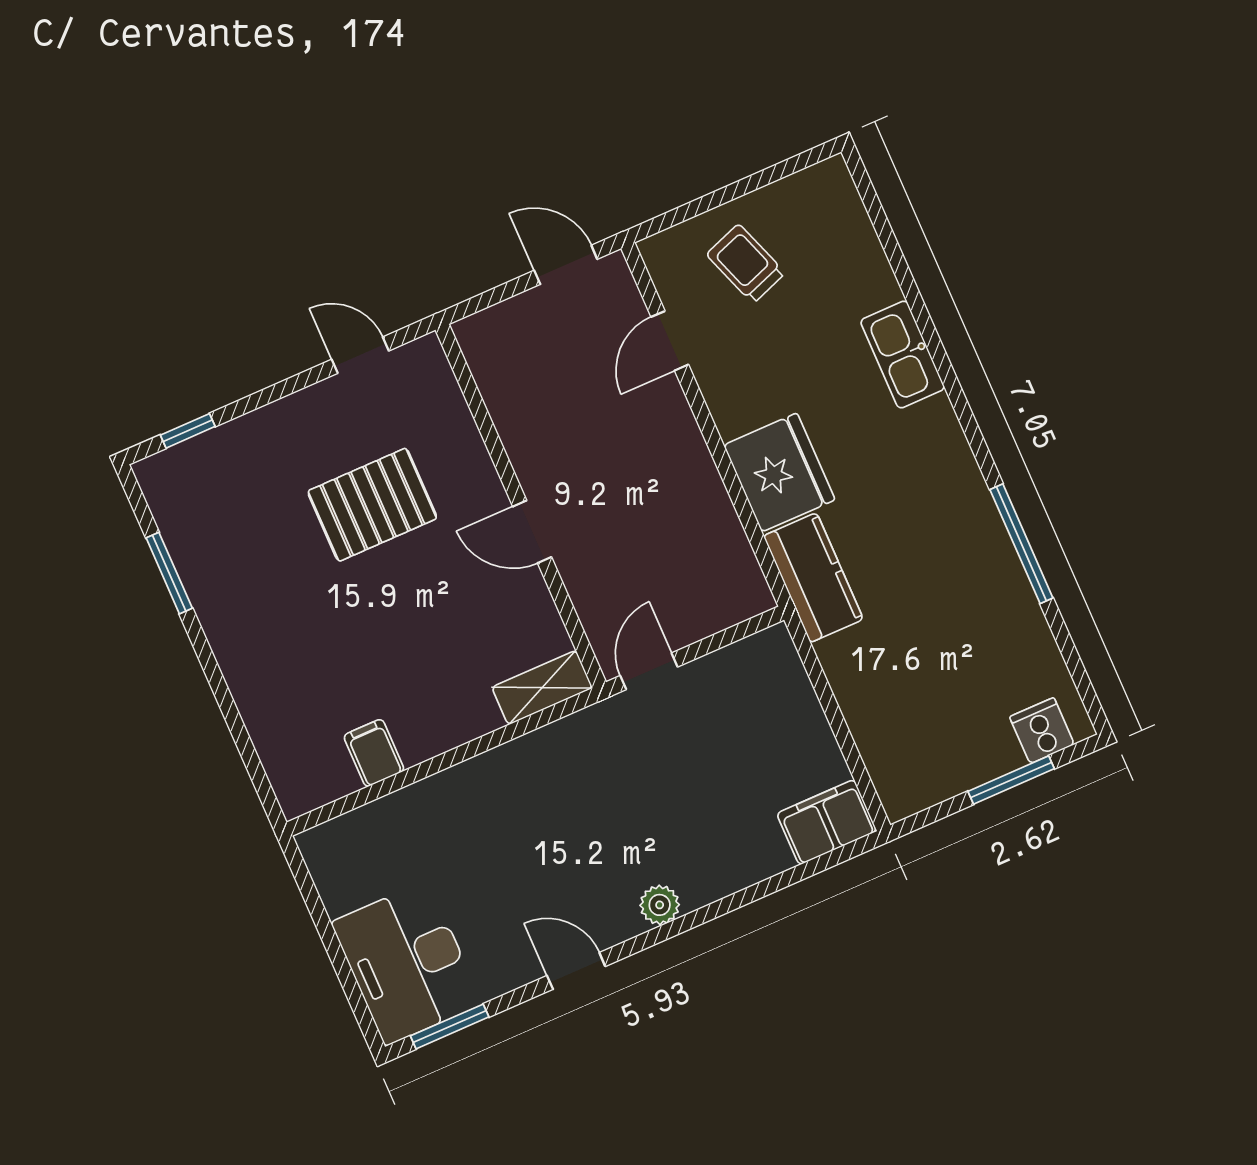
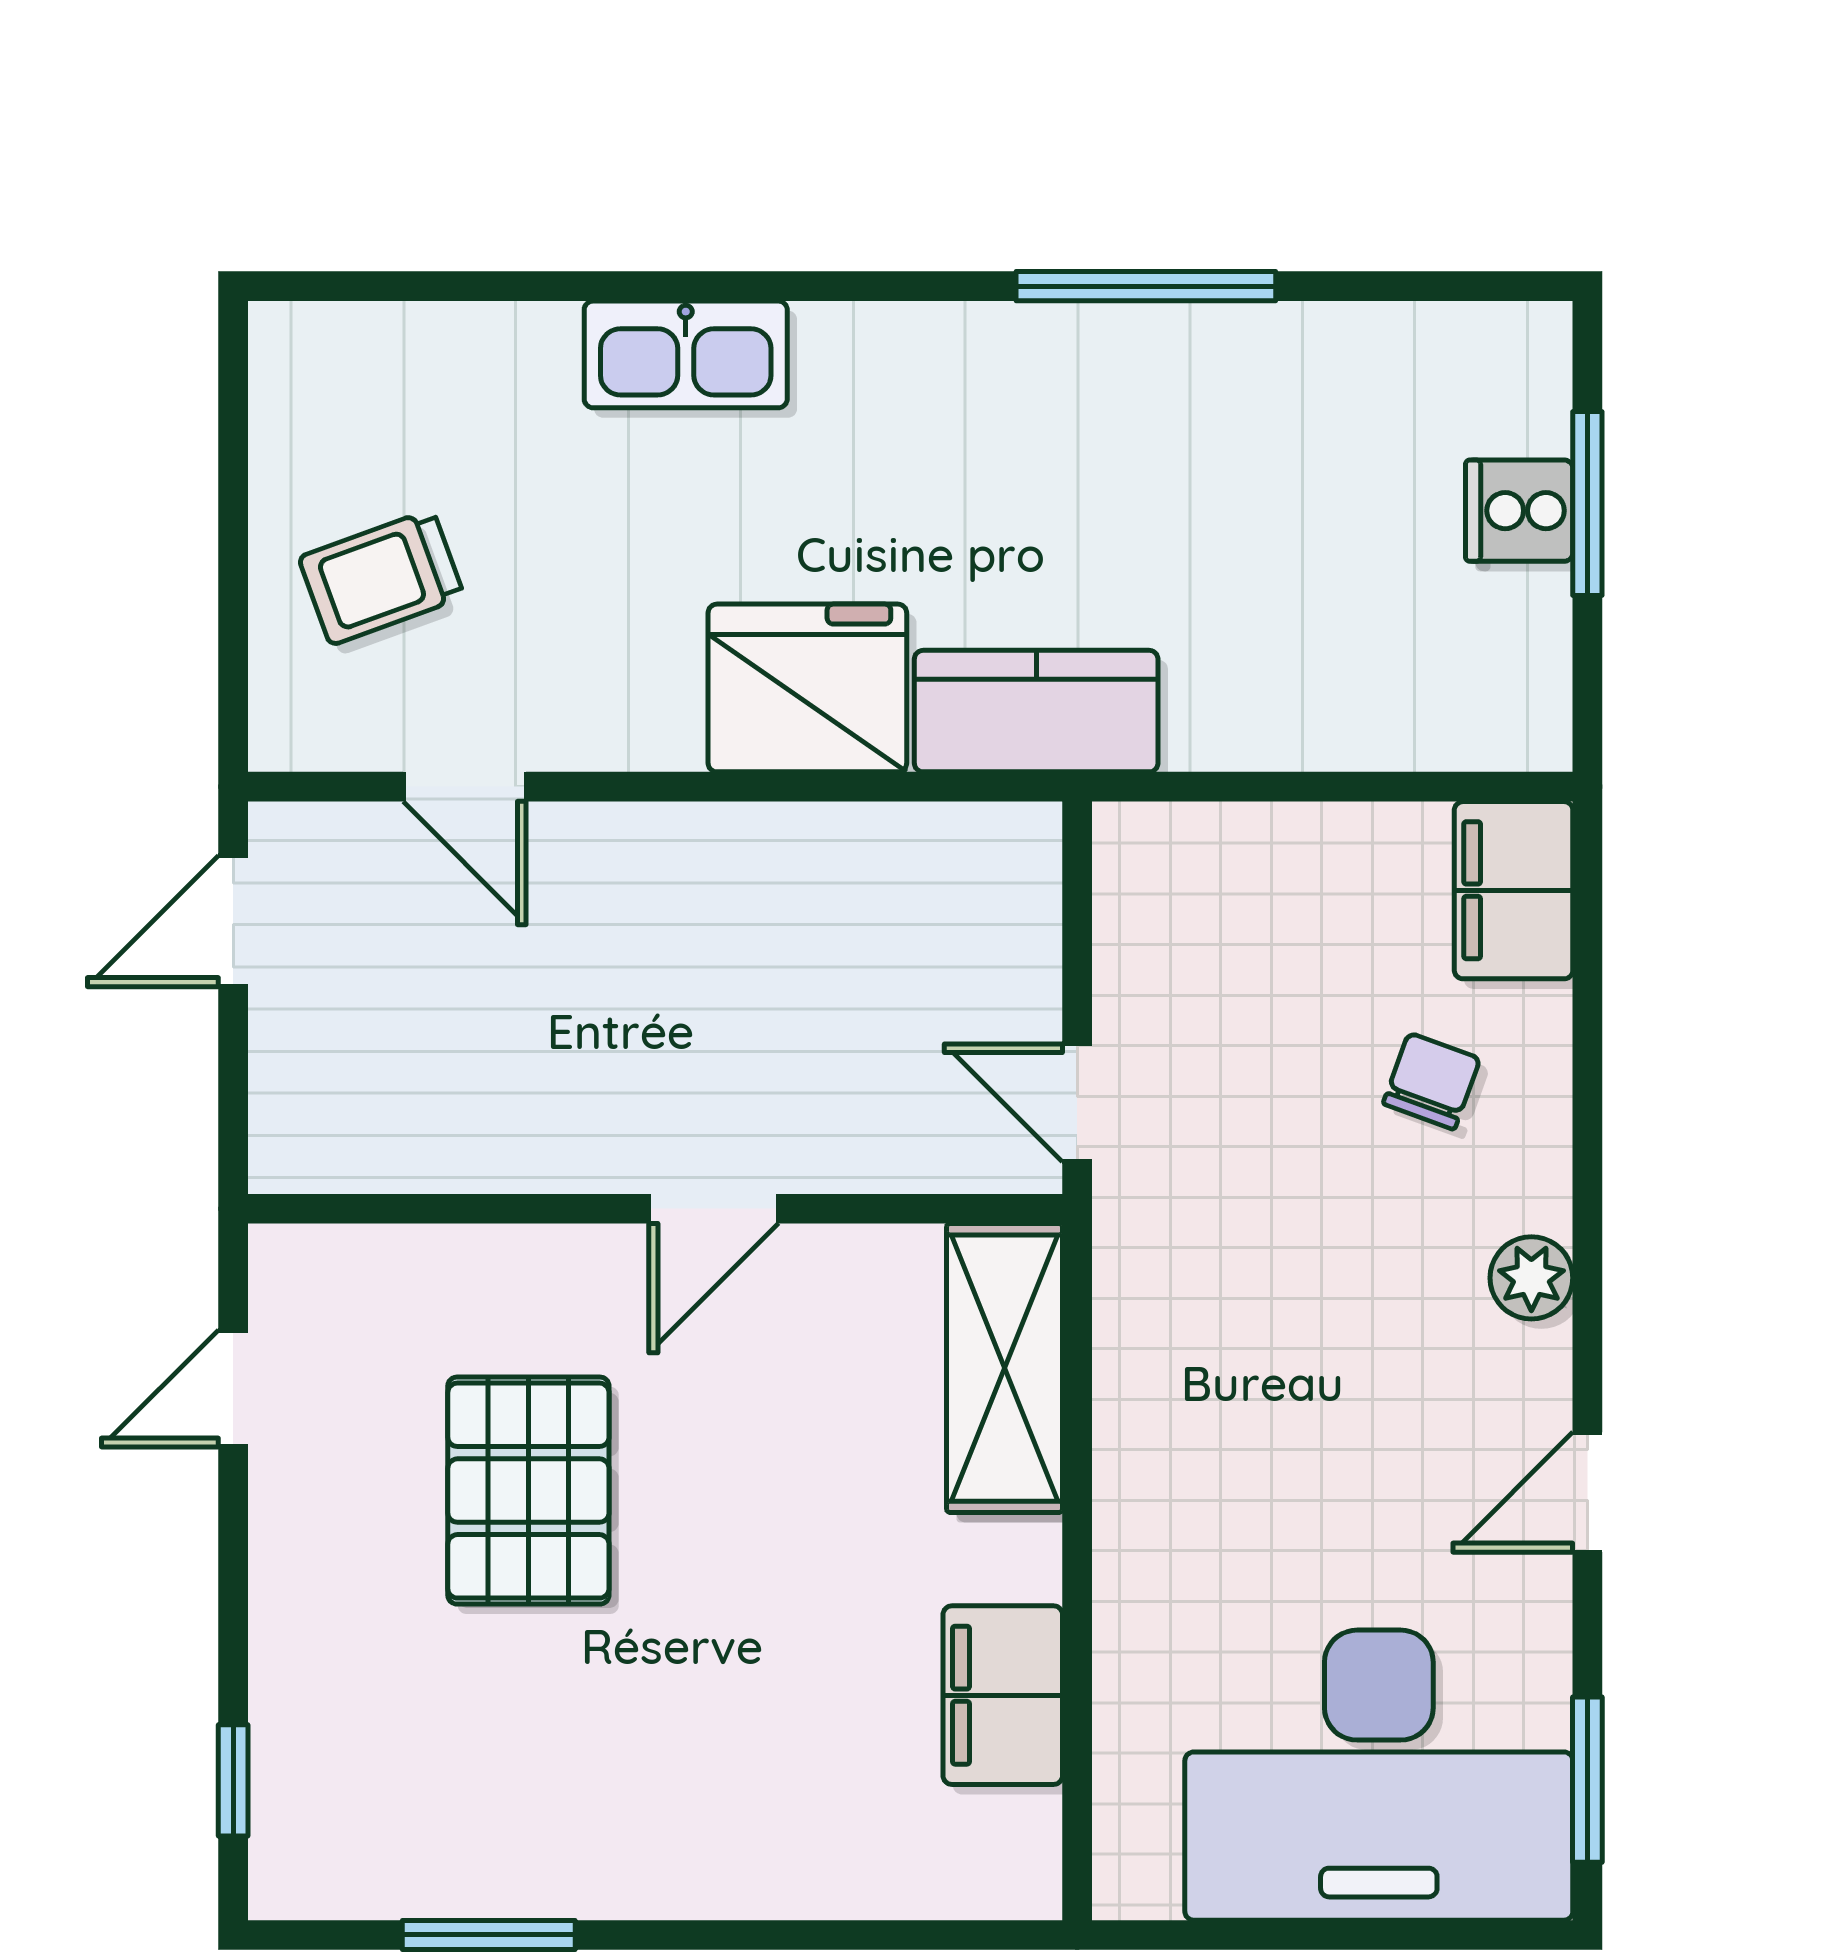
shelving: (542, 688) -> (1005, 1368), width x1.50, depth x1.33
cooker: (1042, 731) -> (1519, 511), moved
filing cabinet: (374, 753) -> (1003, 1695), width x2.00
chair: (727, 823) -> (1432, 1081), added
desk: (407, 963) -> (1379, 1775), width x1.36, depth x1.30

